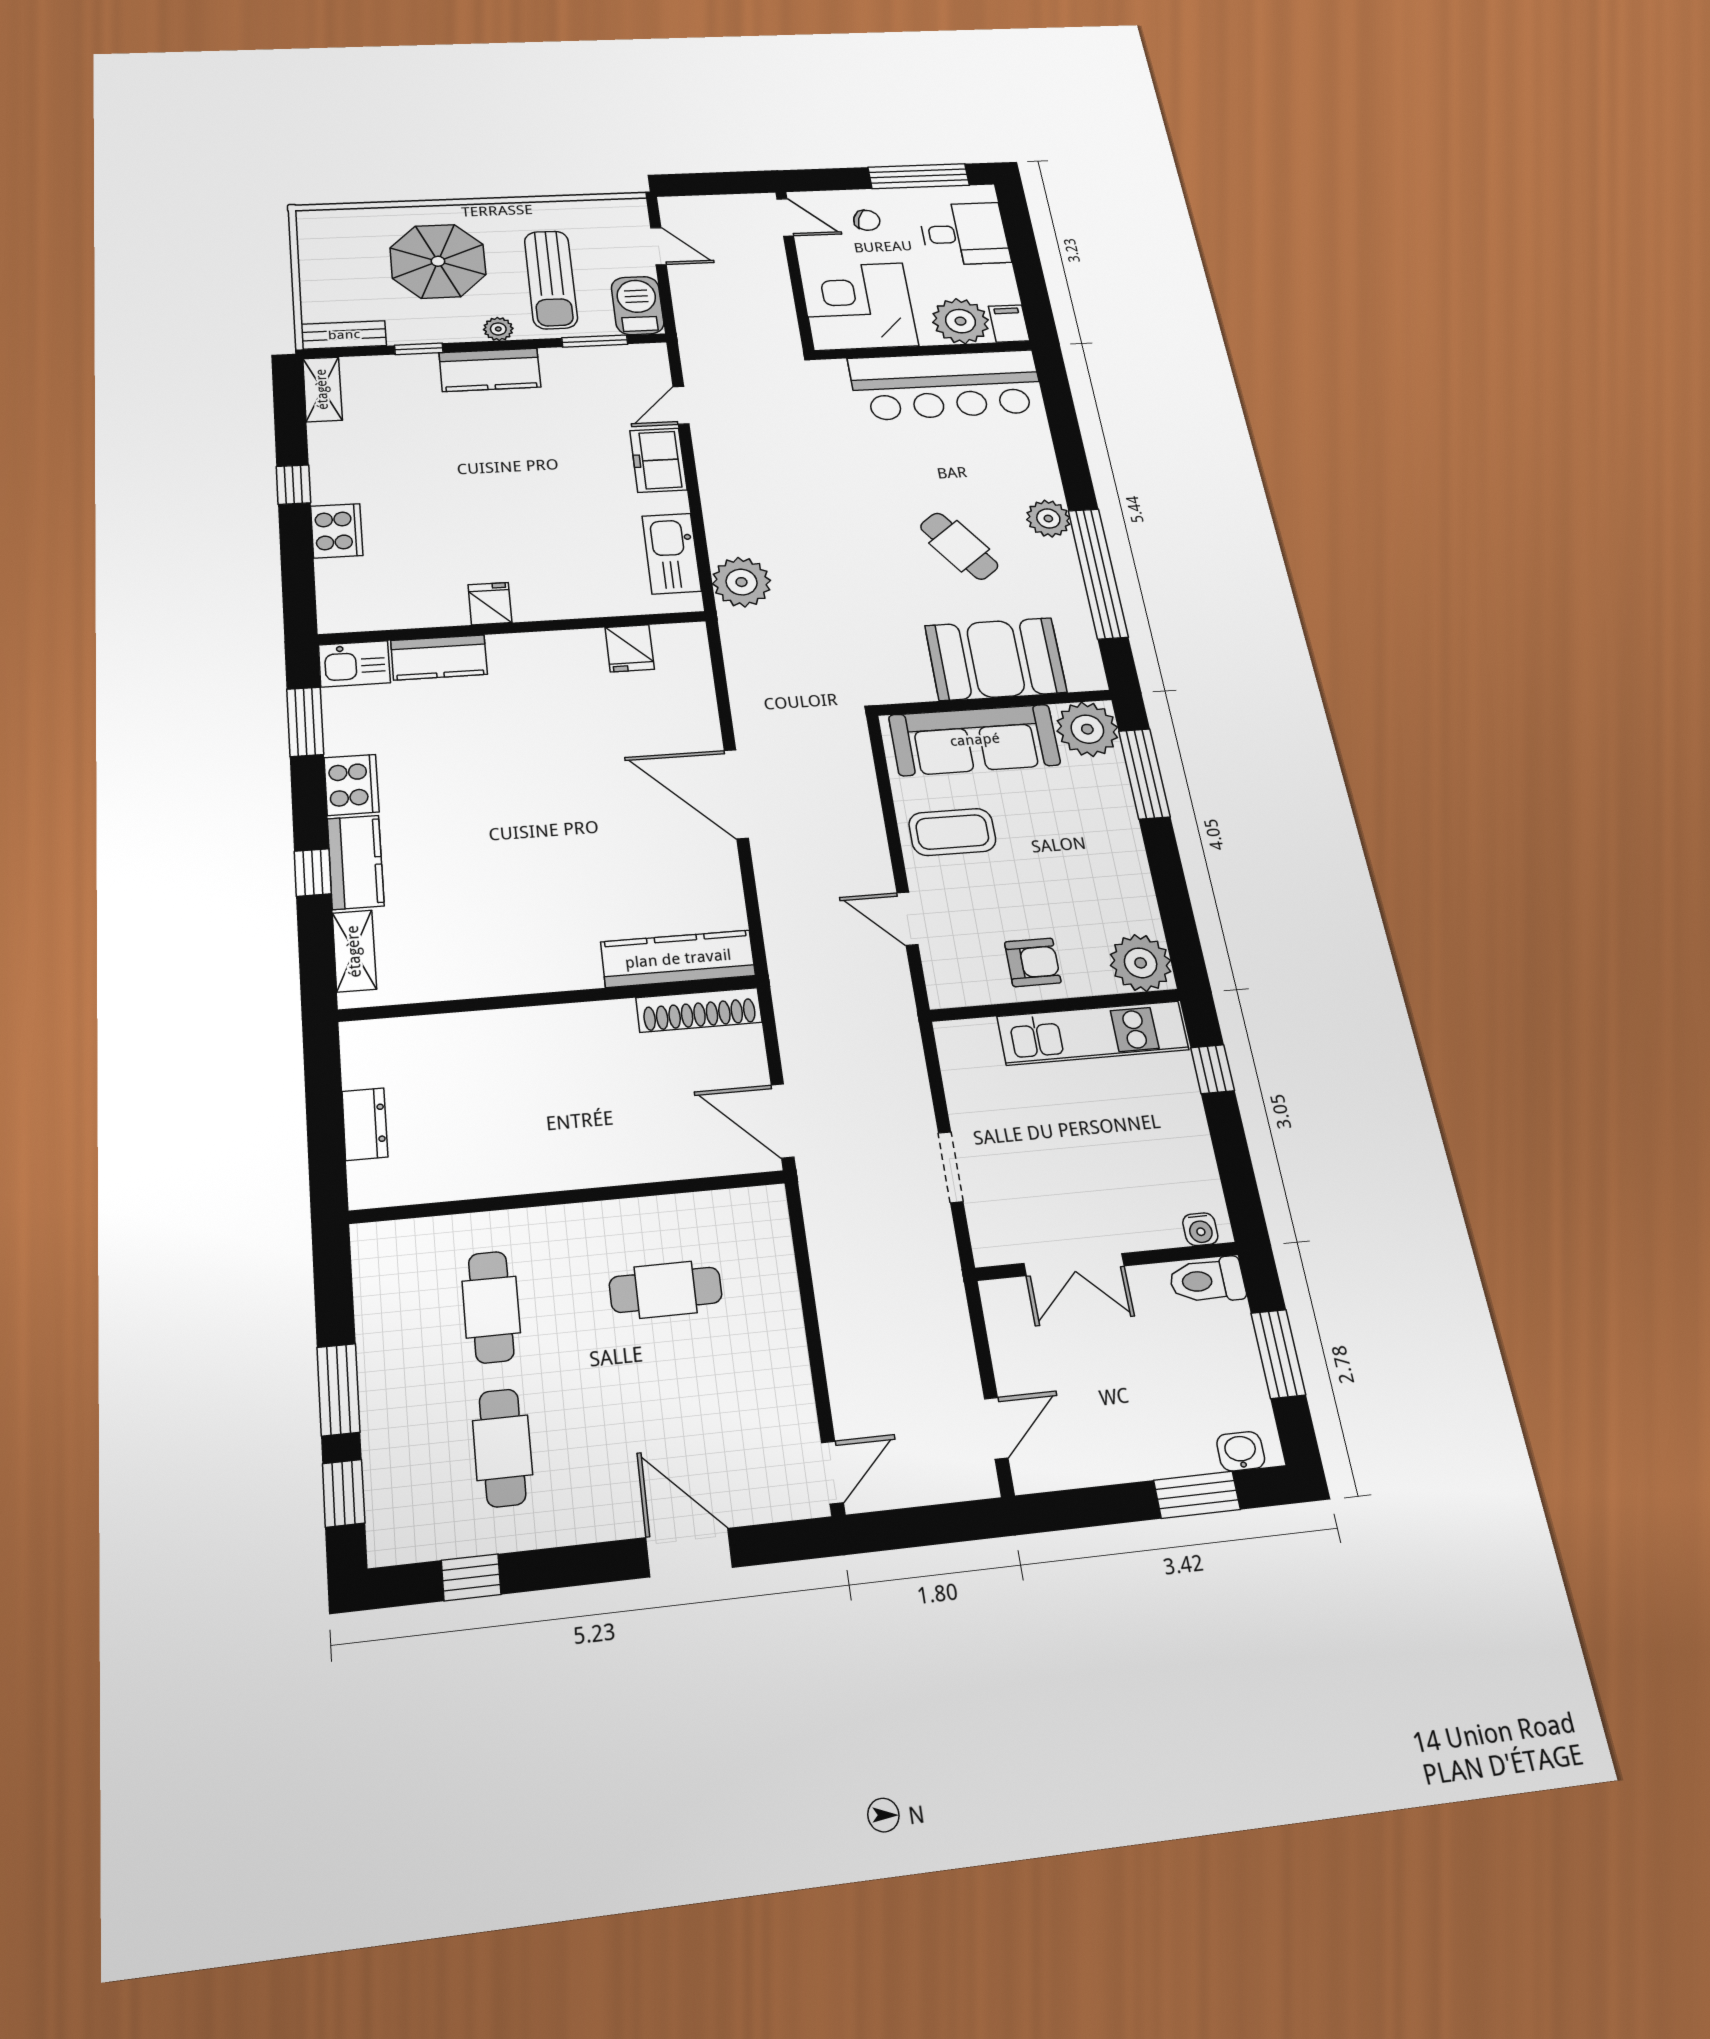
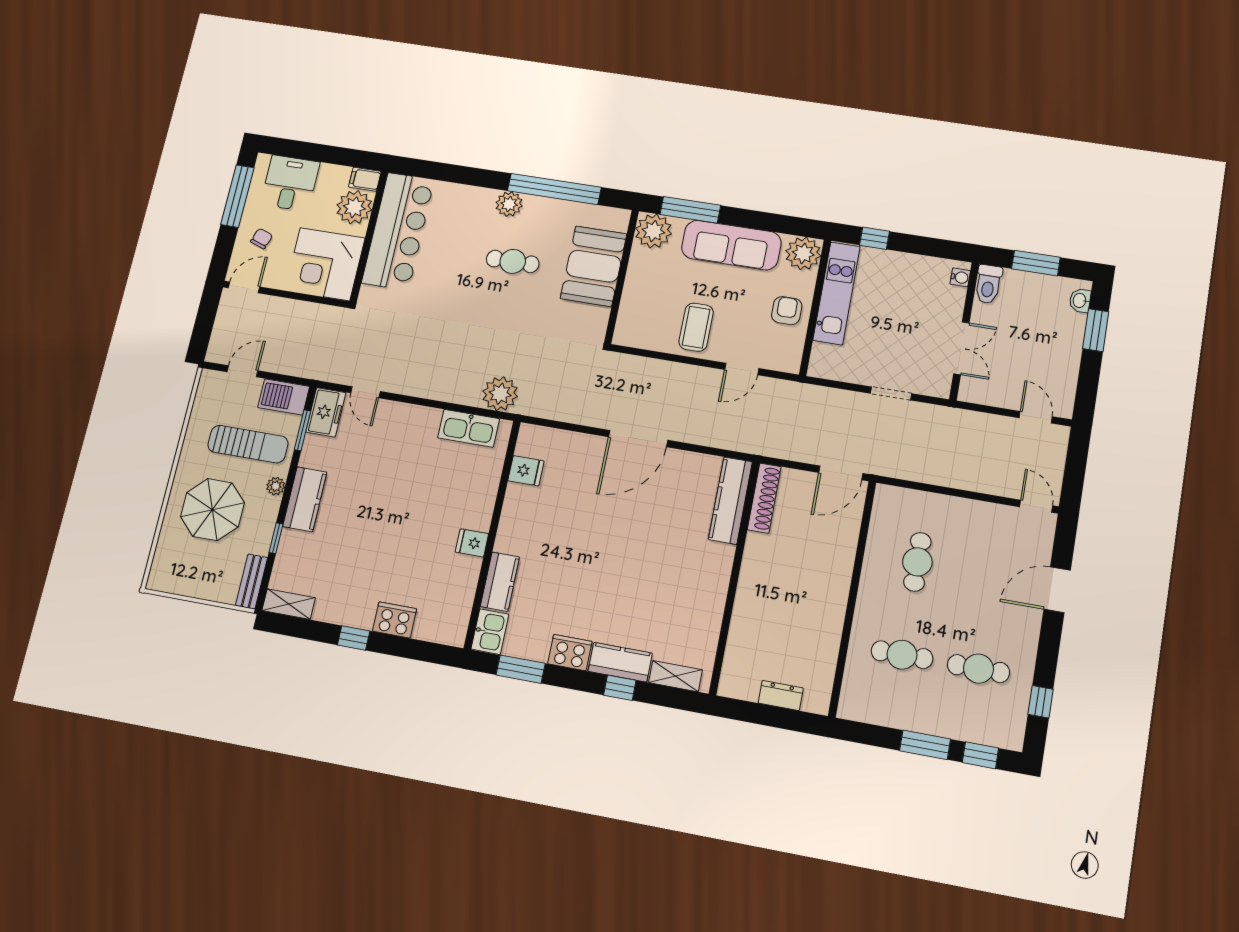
freezer: (658, 460) -> (326, 412), moved, turned -90
cafe table: (959, 546) -> (513, 261), turned 37
sofa: (975, 740) -> (731, 245), moved, turned 90

